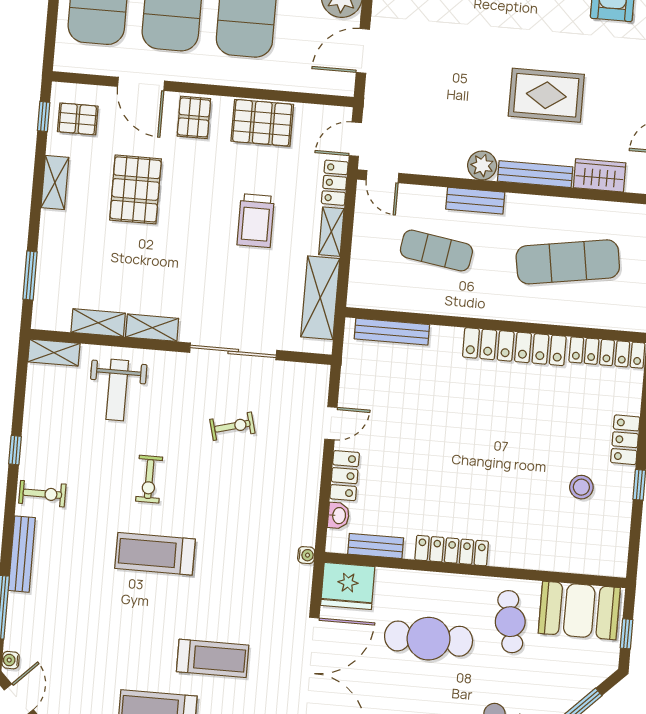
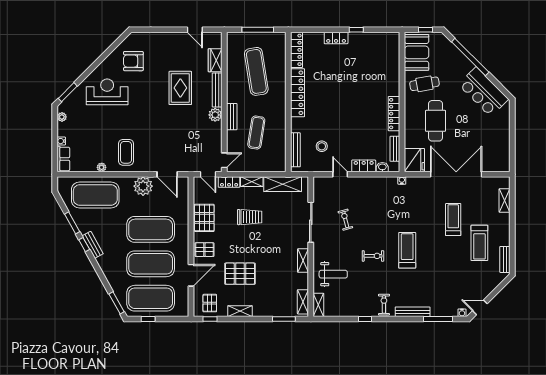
shelving: (98, 323) -> (303, 302), moved
stool: (581, 487) -> (322, 146), moved
treadmill: (155, 554) -> (407, 250), turned 180

